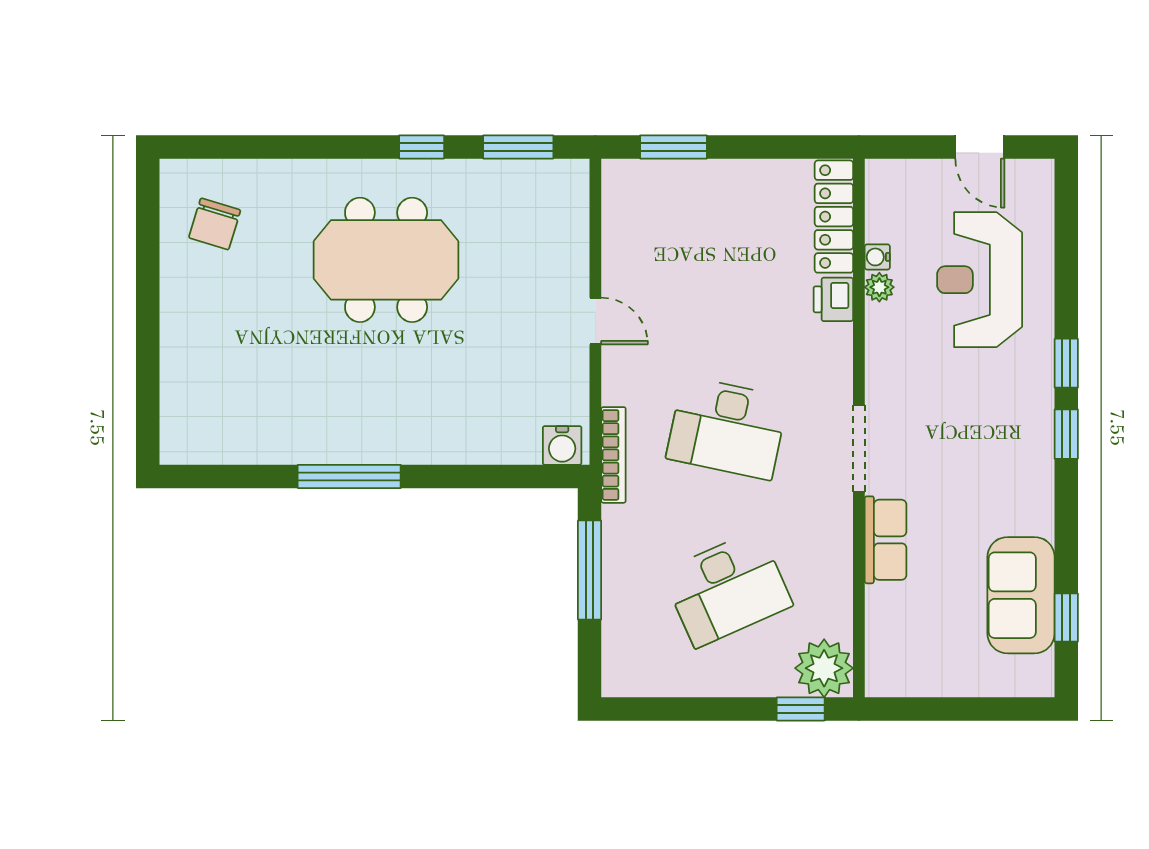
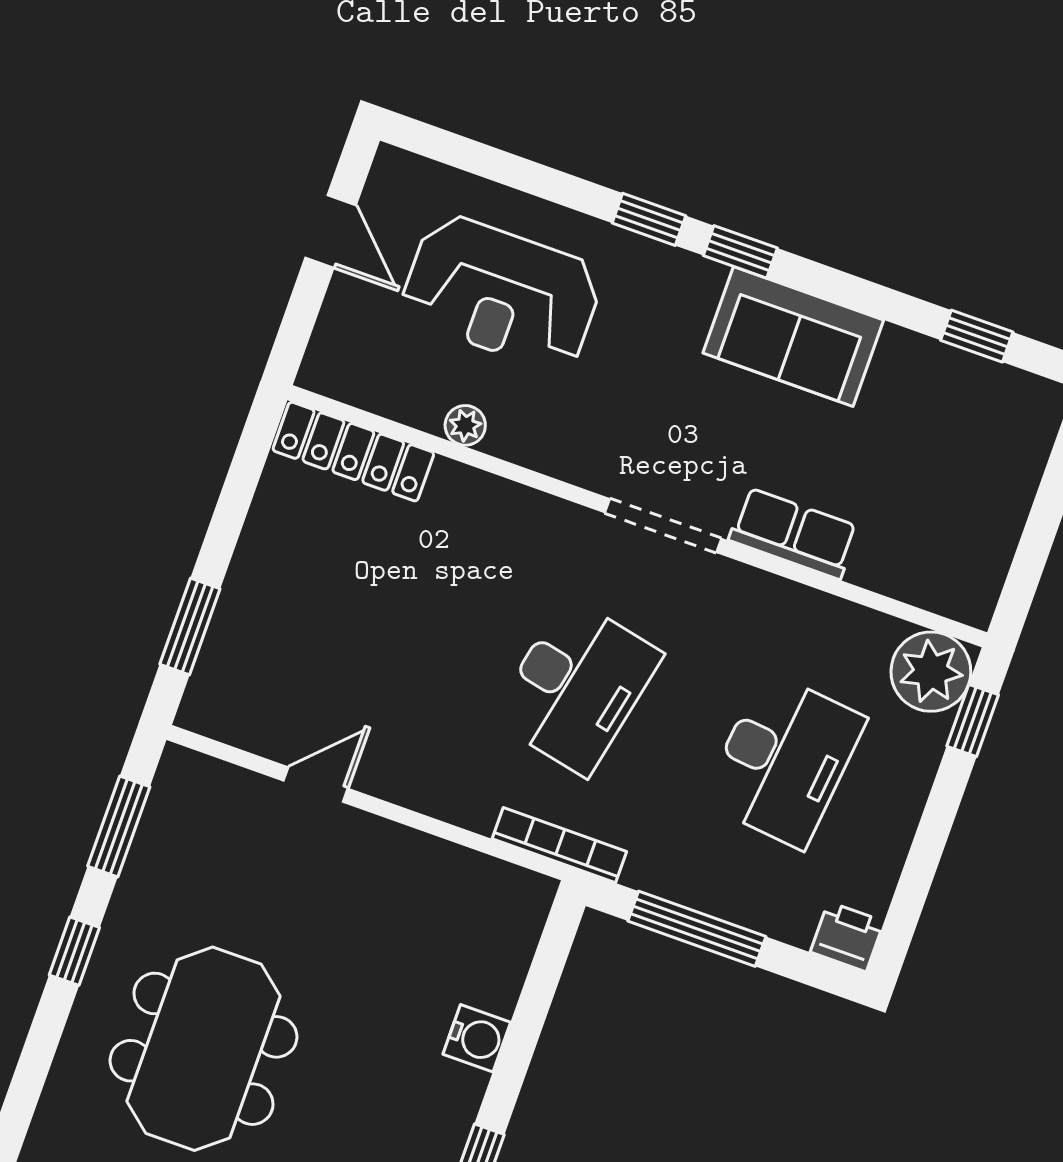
door: (980, 147) -> (331, 231), hinge flipped
water cooler: (877, 257) -> (425, 414), removed
printer: (833, 299) -> (847, 937), moved, turned 180
door: (595, 321) -> (316, 785), moved
water cooler: (562, 445) -> (477, 1038), moved
desk: (727, 589) -> (784, 760), turned 30
sofa: (1021, 595) -> (793, 336), moved

